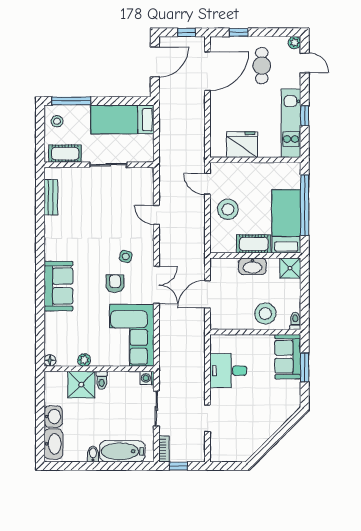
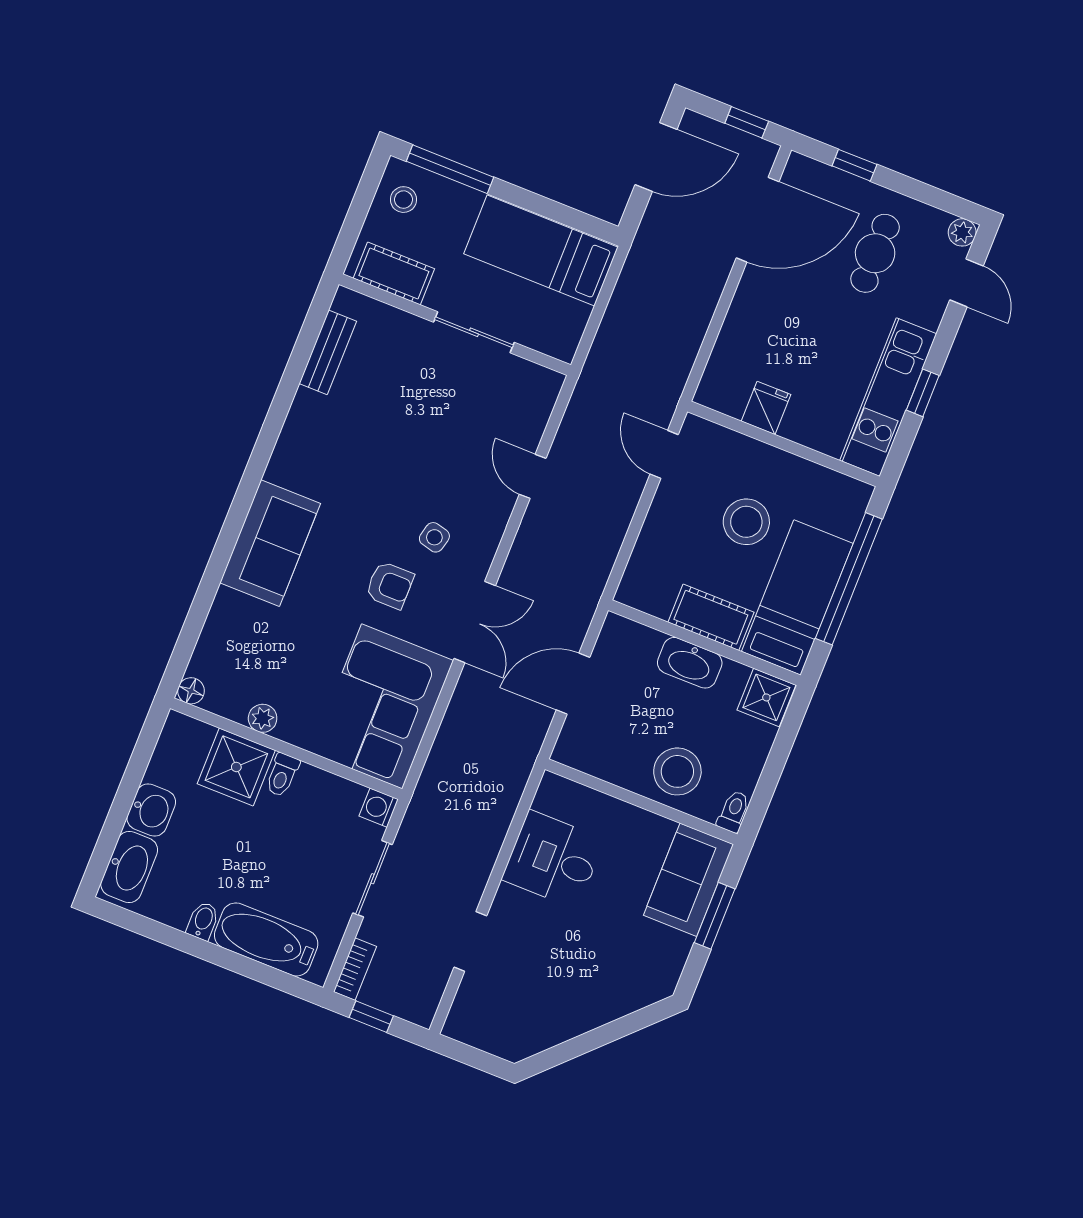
fridge: (242, 145) -> (766, 408), width x0.53, depth x0.75
stool: (228, 209) -> (746, 522), moved
armchair: (115, 284) -> (390, 585), turned 90

